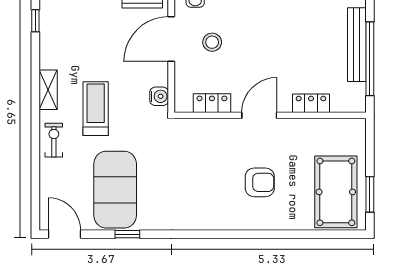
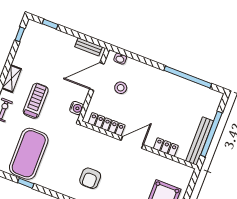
bench: (357, 45) -> (200, 141), moved
locker: (212, 103) -> (107, 124), width x1.53
armchair: (260, 182) -> (90, 178), moved, turned 90

